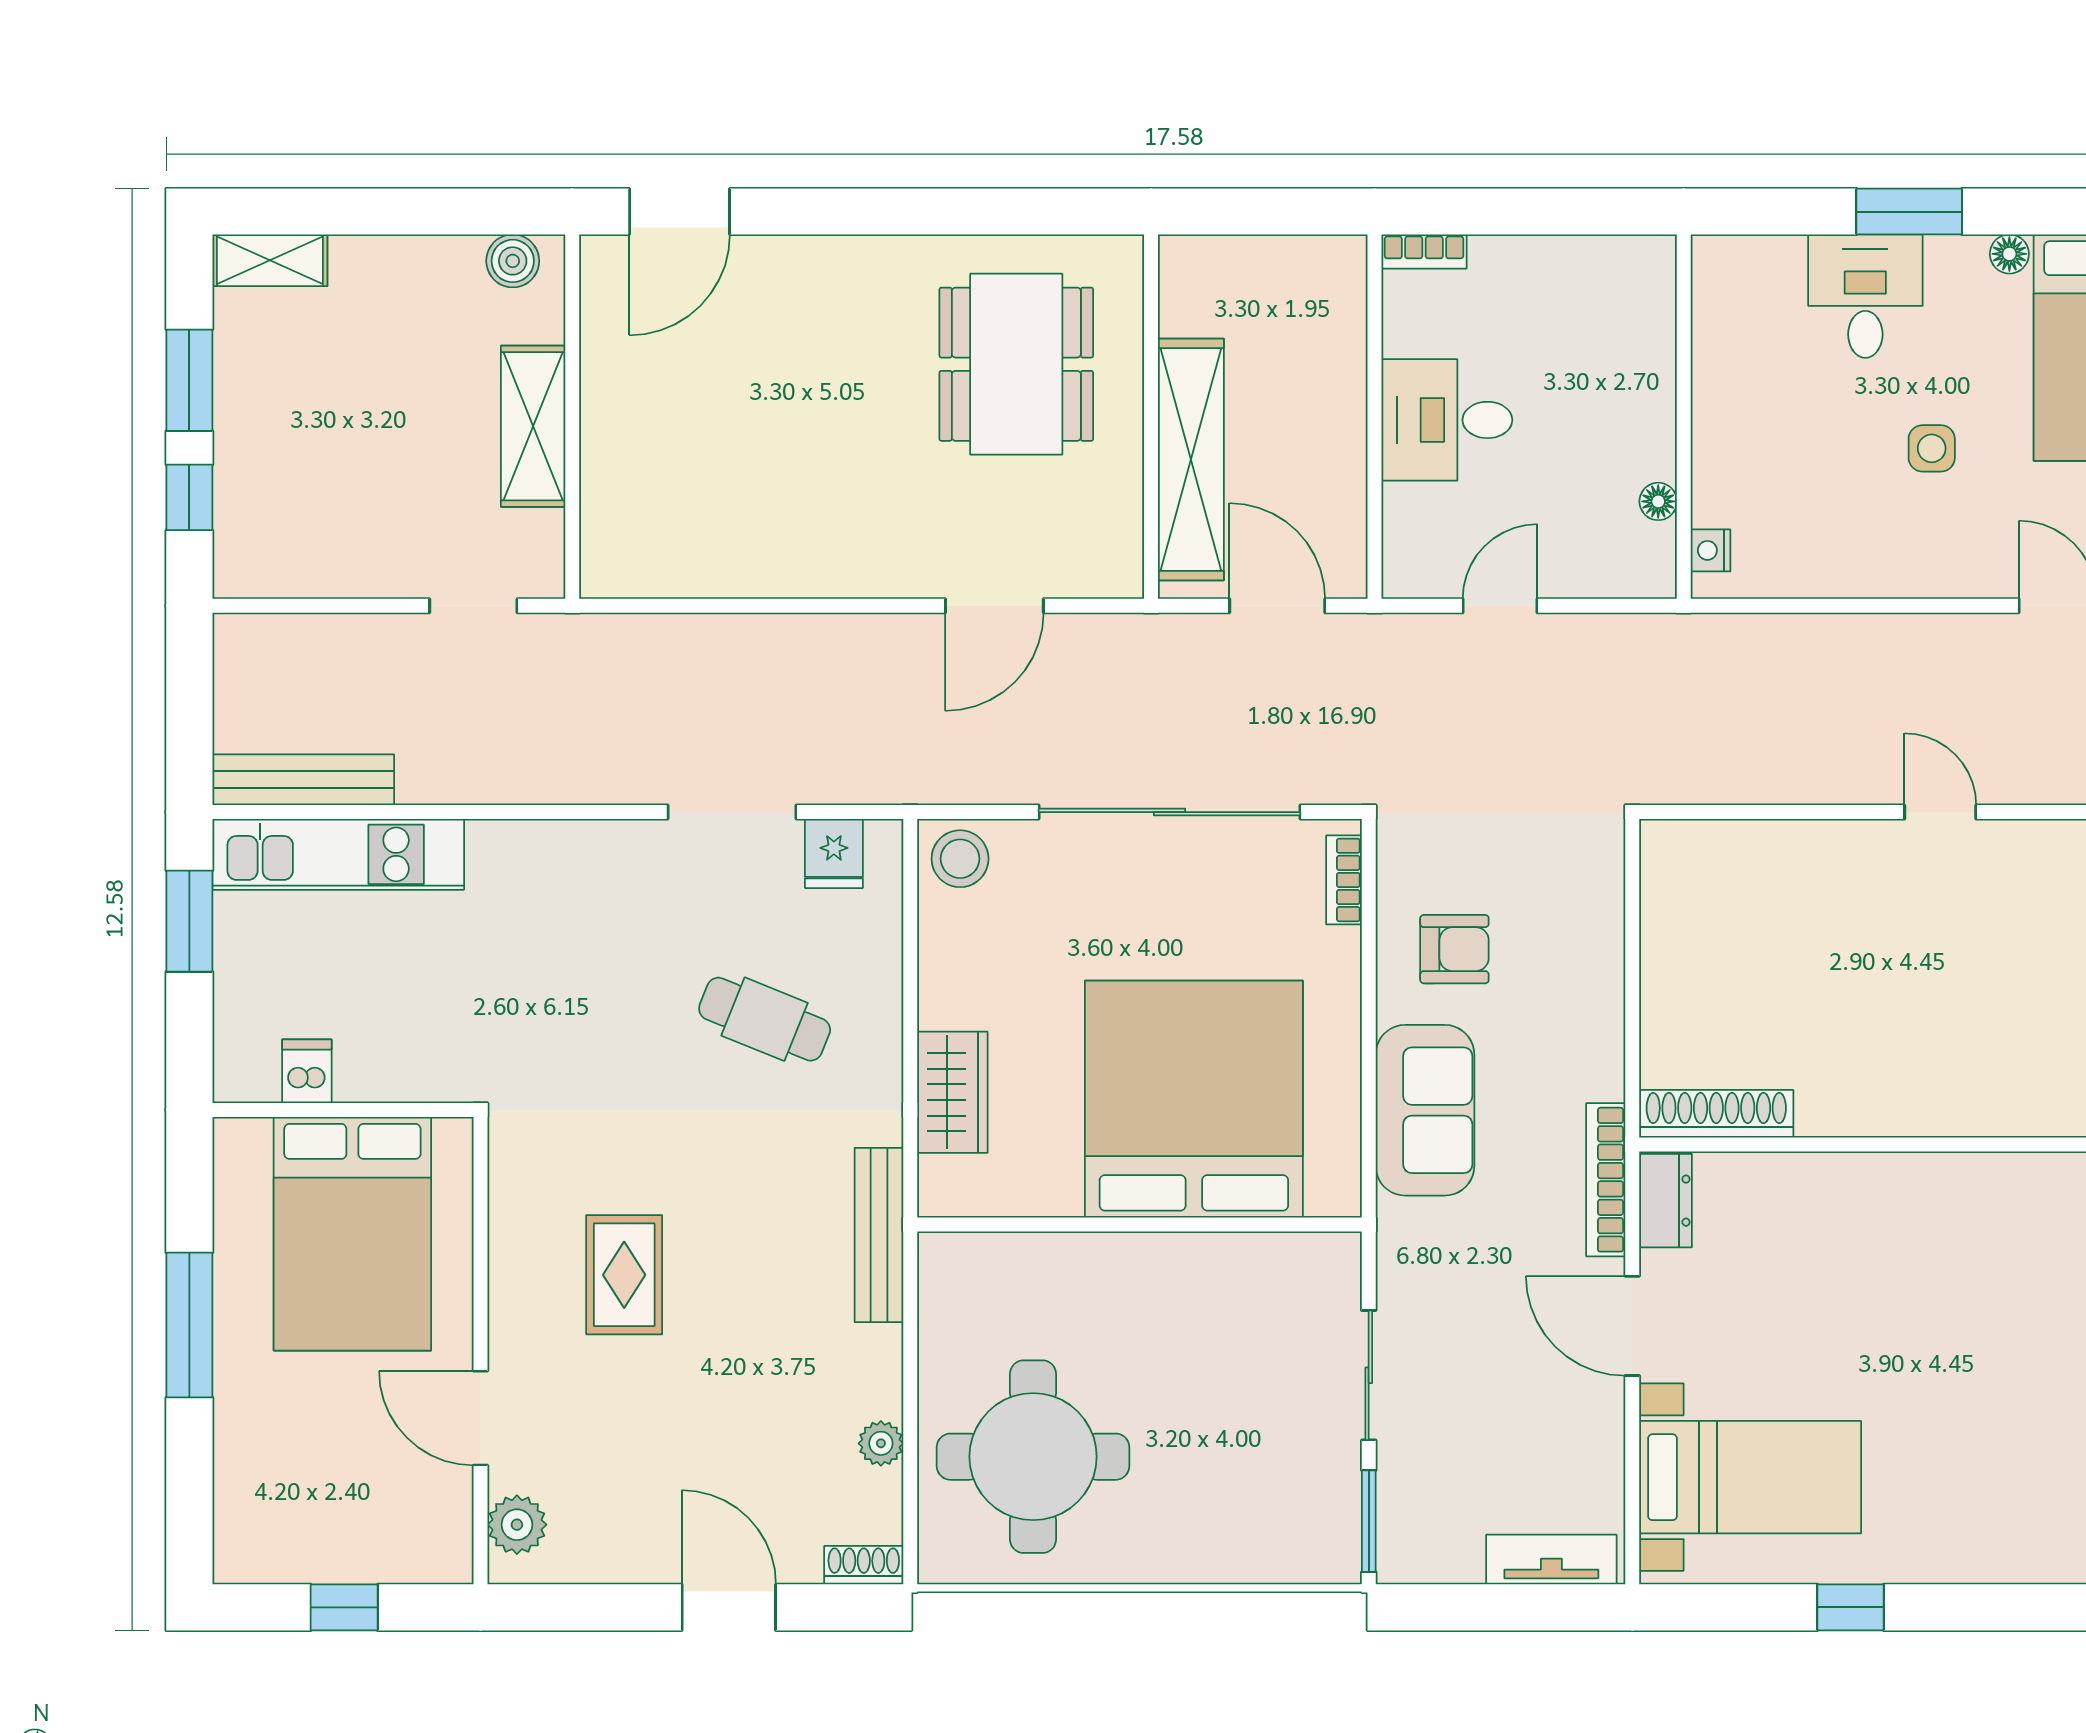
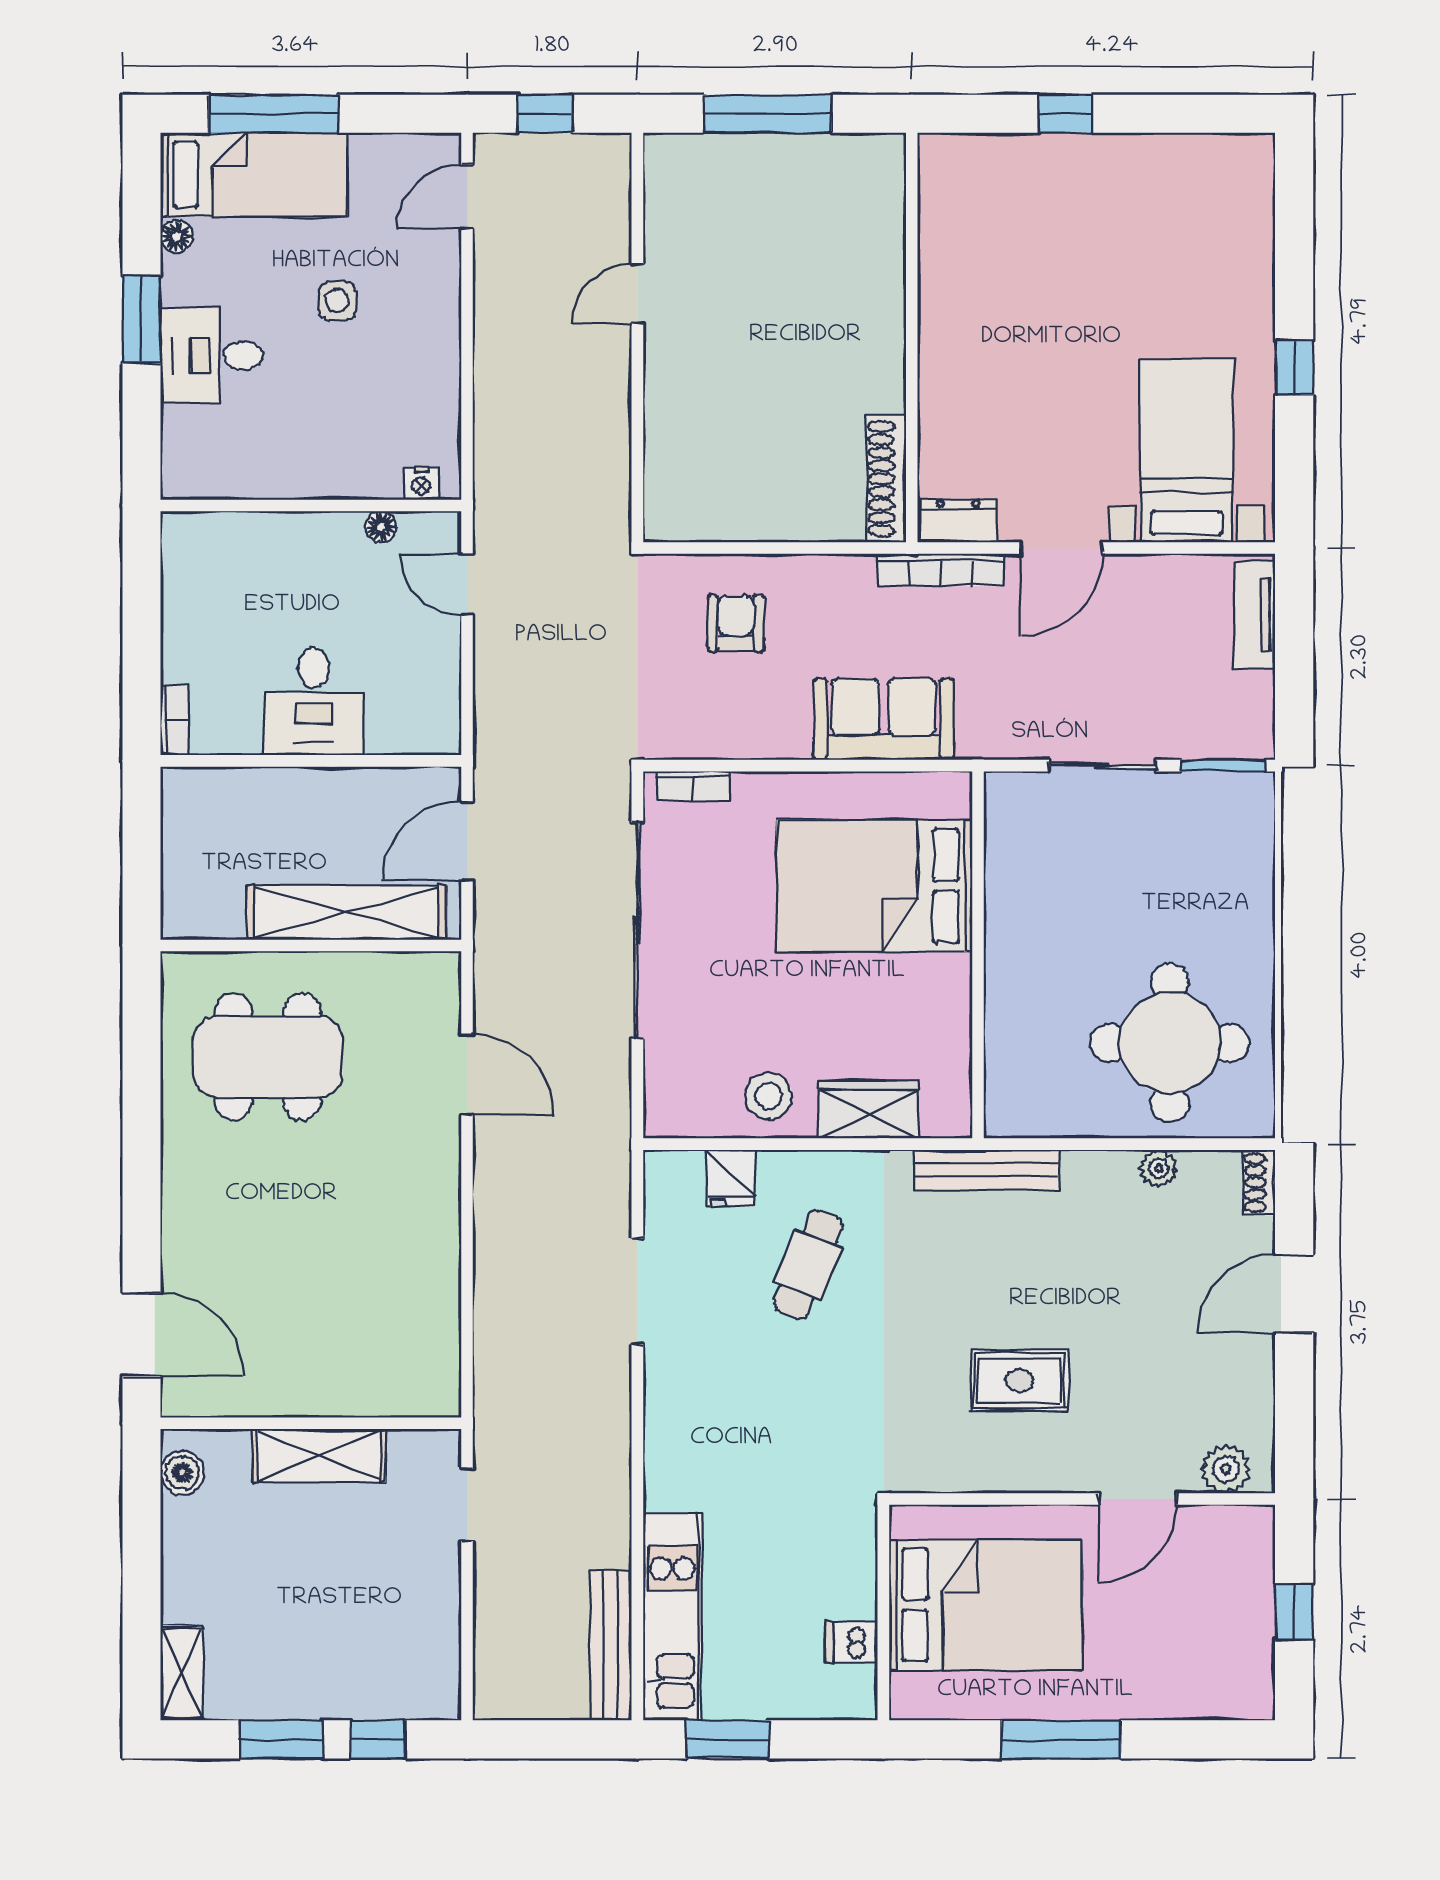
door: (1500, 606) -> (467, 585), moved
fridge: (834, 853) -> (731, 1178), moved, turned 90
stool: (960, 859) -> (768, 1096), moved
armchair: (1454, 949) -> (736, 623), moved
bed: (1194, 1099) -> (875, 886), width x0.73

